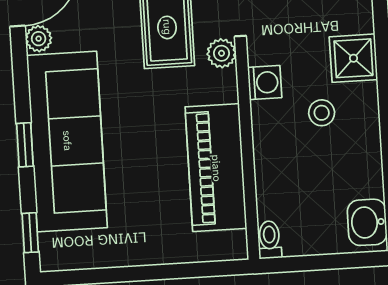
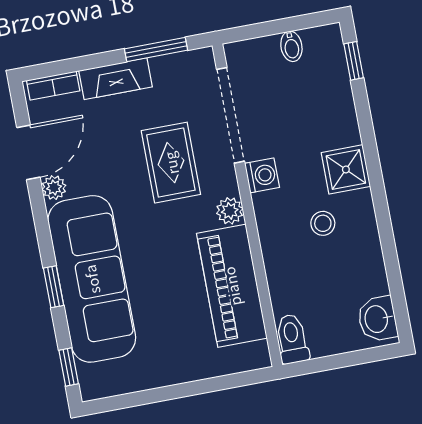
plant: (222, 53) -> (230, 211), moved
washing machine: (265, 82) -> (262, 175), moved
toilet: (270, 240) -> (292, 339), width x1.37, depth x1.39

